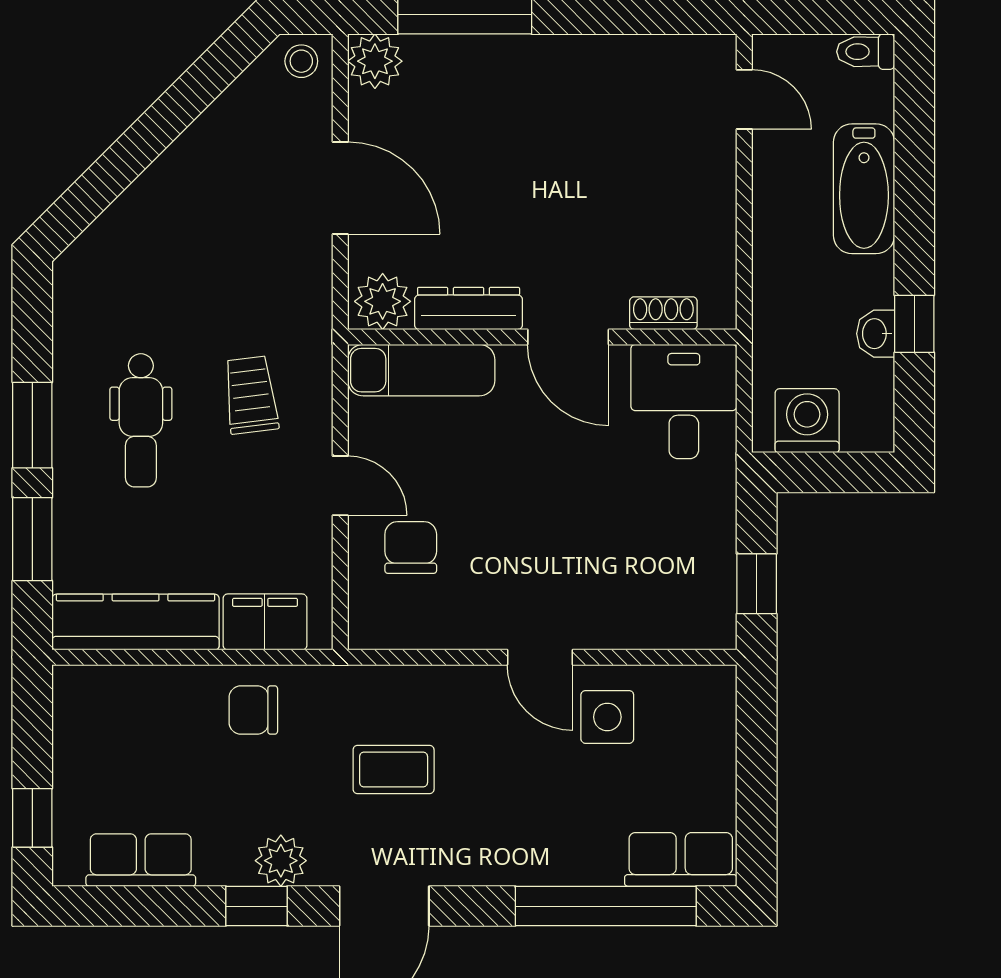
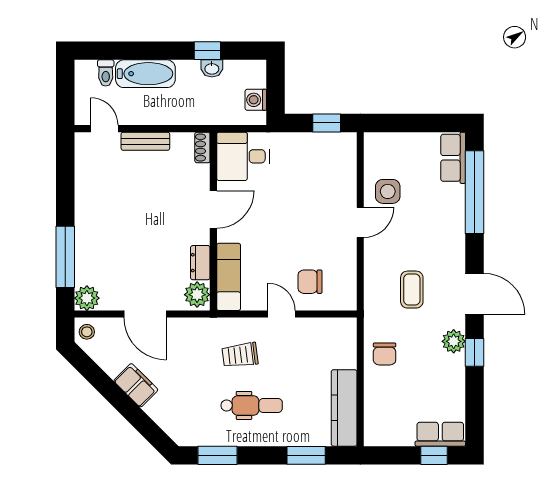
toilet: (866, 52) -> (106, 73), moved
door: (744, 99) -> (104, 129), hinge flipped
door: (340, 188) -> (145, 314), swing flipped
bench: (717, 189) -> (145, 141), added
dresser: (469, 308) -> (200, 263), width x0.70
shoe rack: (663, 313) -> (202, 147), moved
washing machine: (807, 421) -> (256, 100), width x0.73, depth x0.73
window: (32, 425) -> (217, 455), moved
door: (340, 486) -> (282, 314), hinge flipped
filing cabinet: (265, 622) -> (136, 385), moved, turned 135
row of seats: (141, 860) -> (440, 434), moved, turned 90

